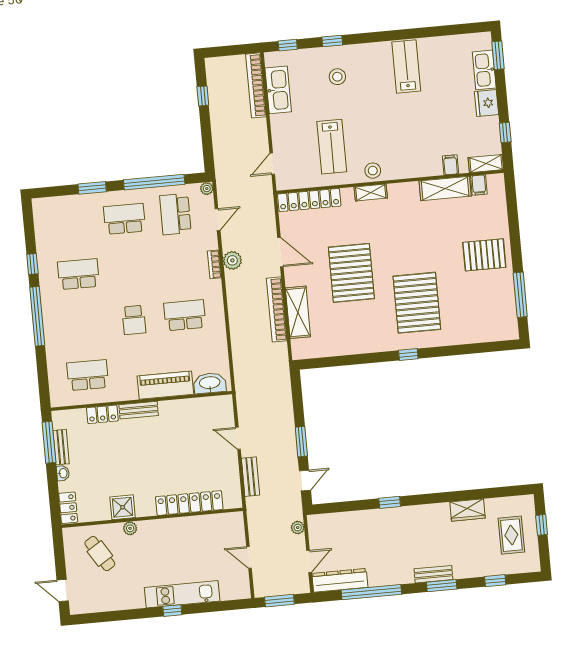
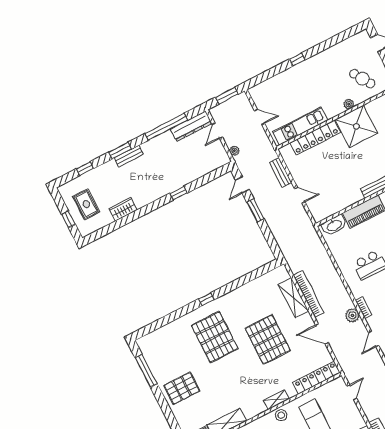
shower: (123, 507) -> (356, 126), width x1.86, depth x1.86
kitchen unit: (182, 594) -> (300, 126), moved, turned 180

